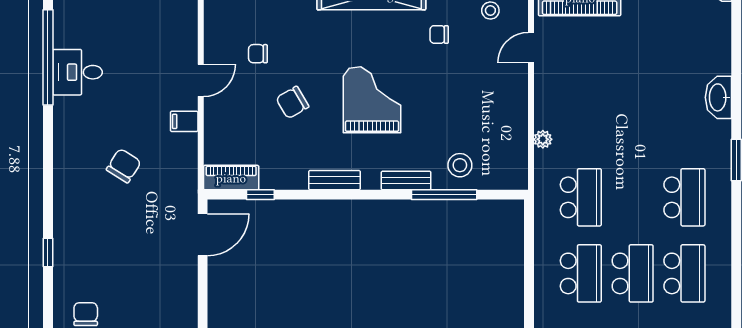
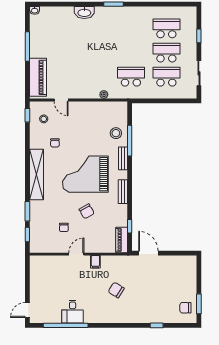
door: (201, 80) -> (76, 254), hinge flipped
grand piano: (372, 100) -> (85, 174), width x1.37, depth x1.48
school desk: (684, 197) -> (131, 28), removed

